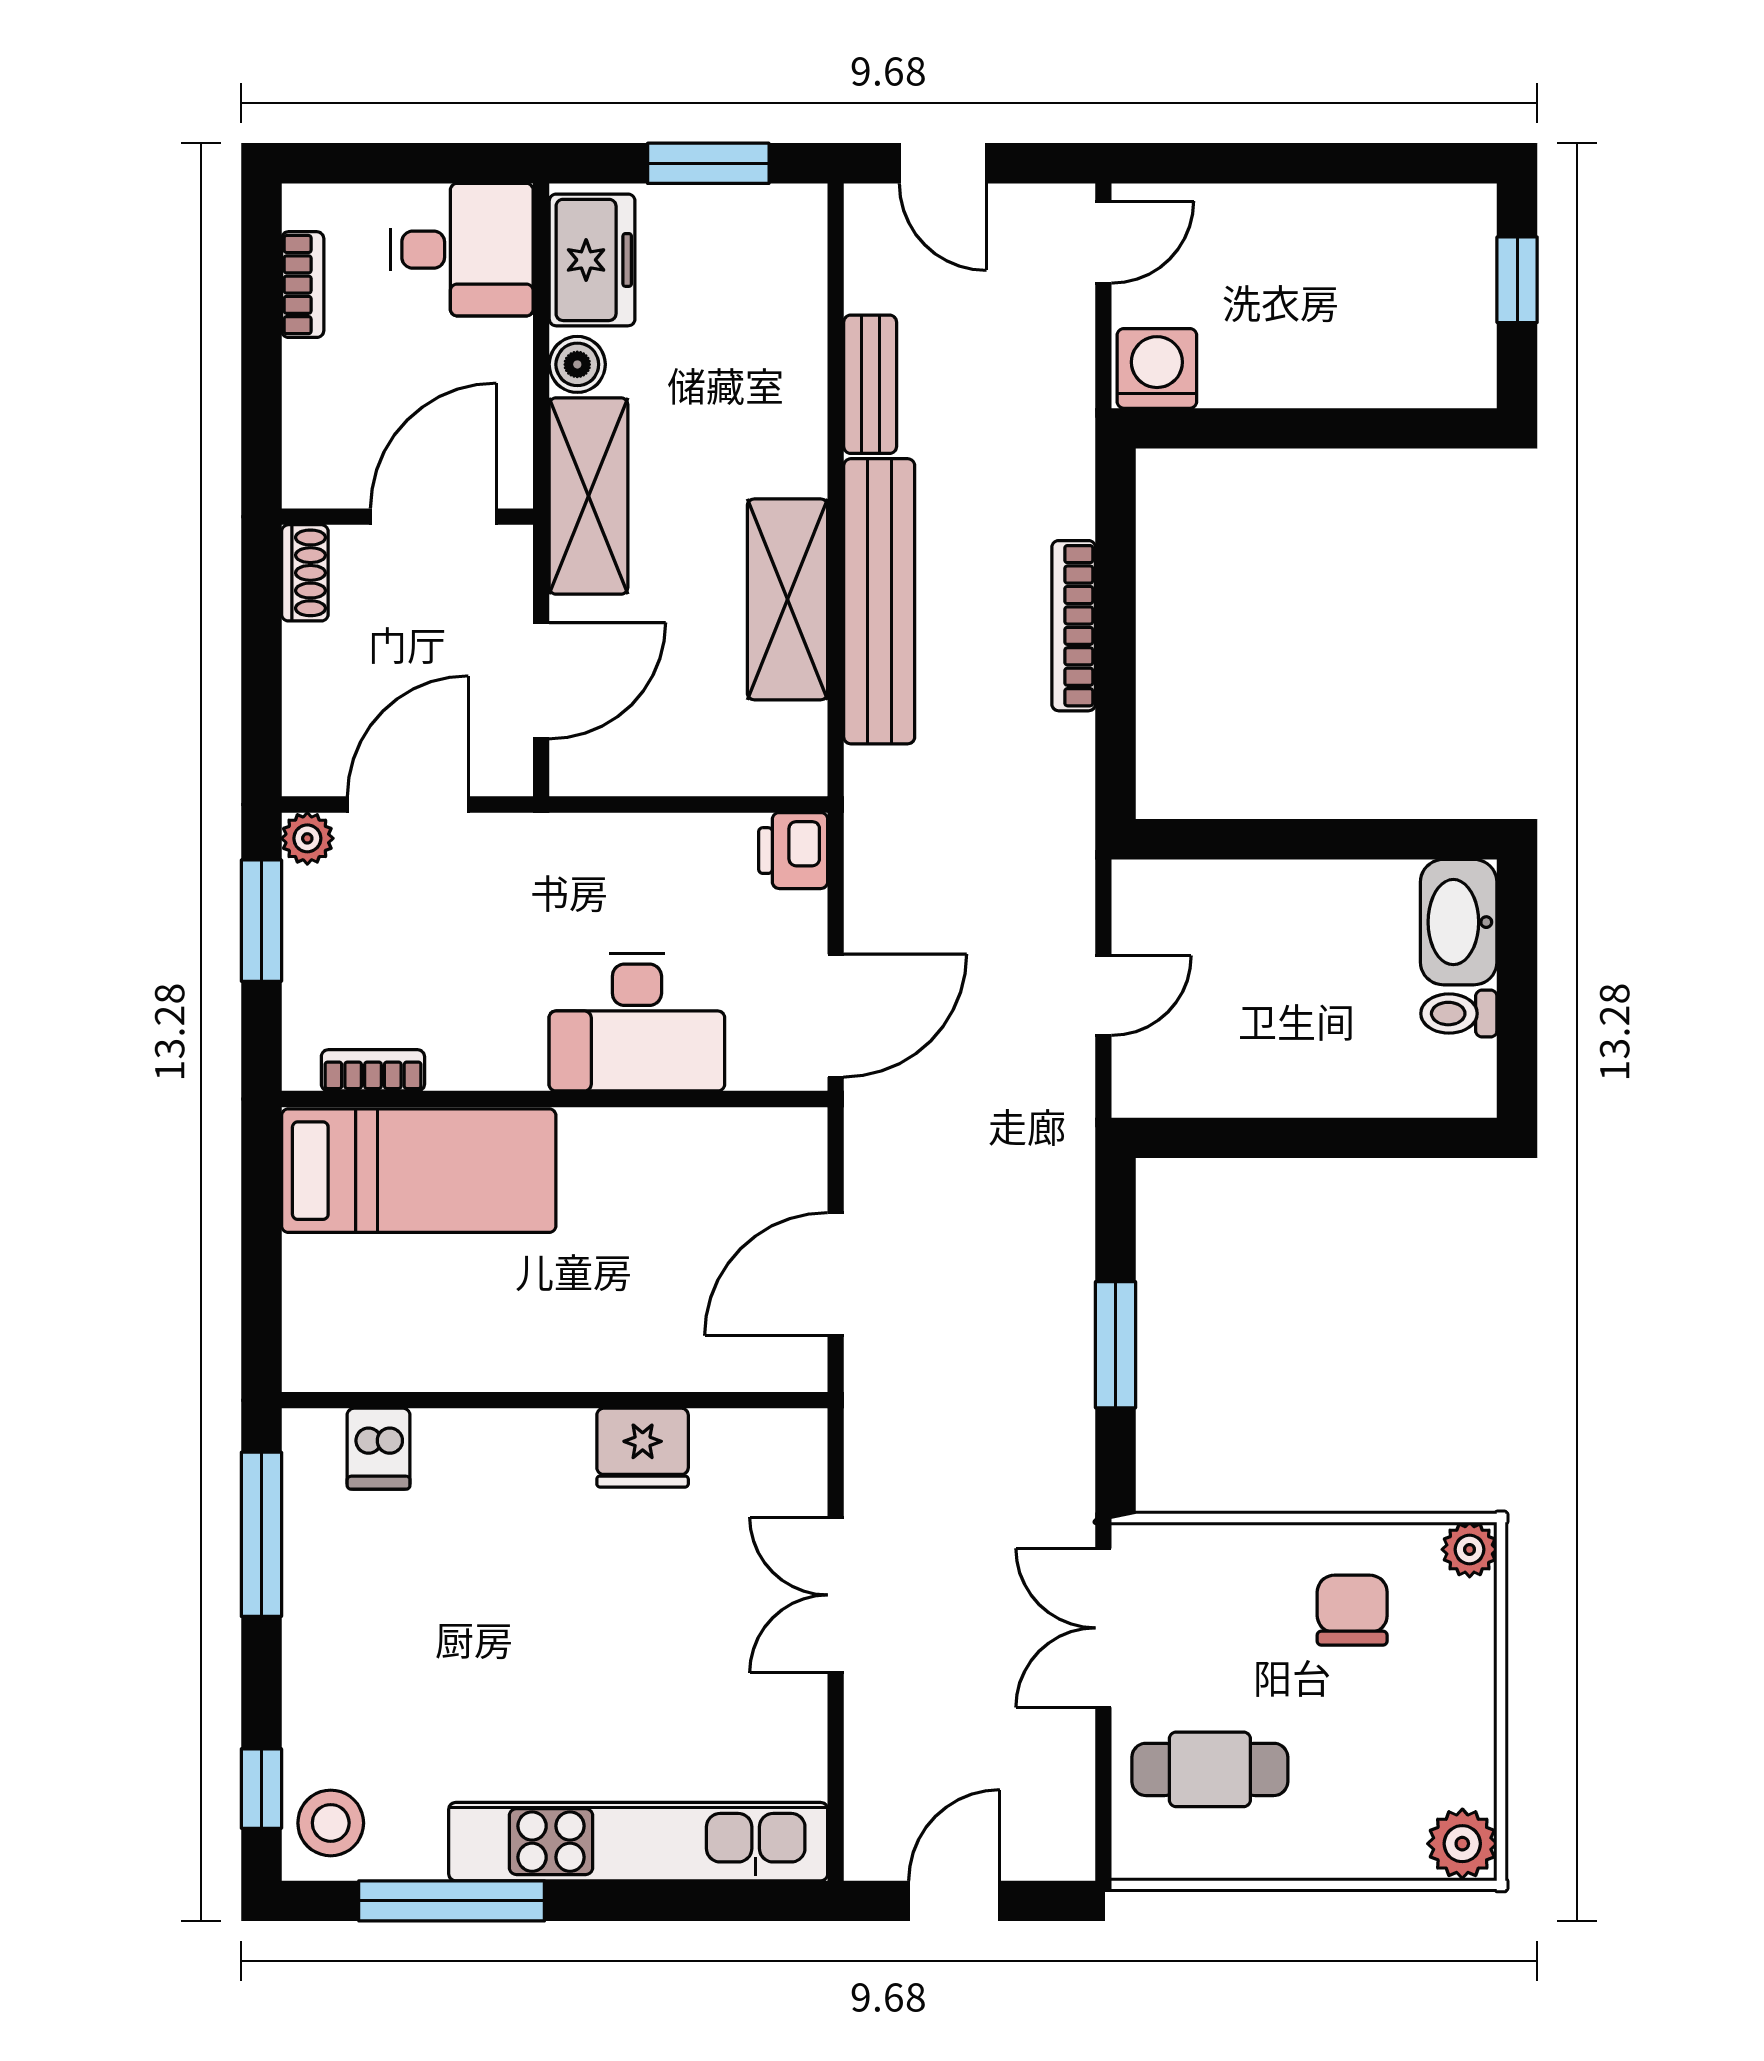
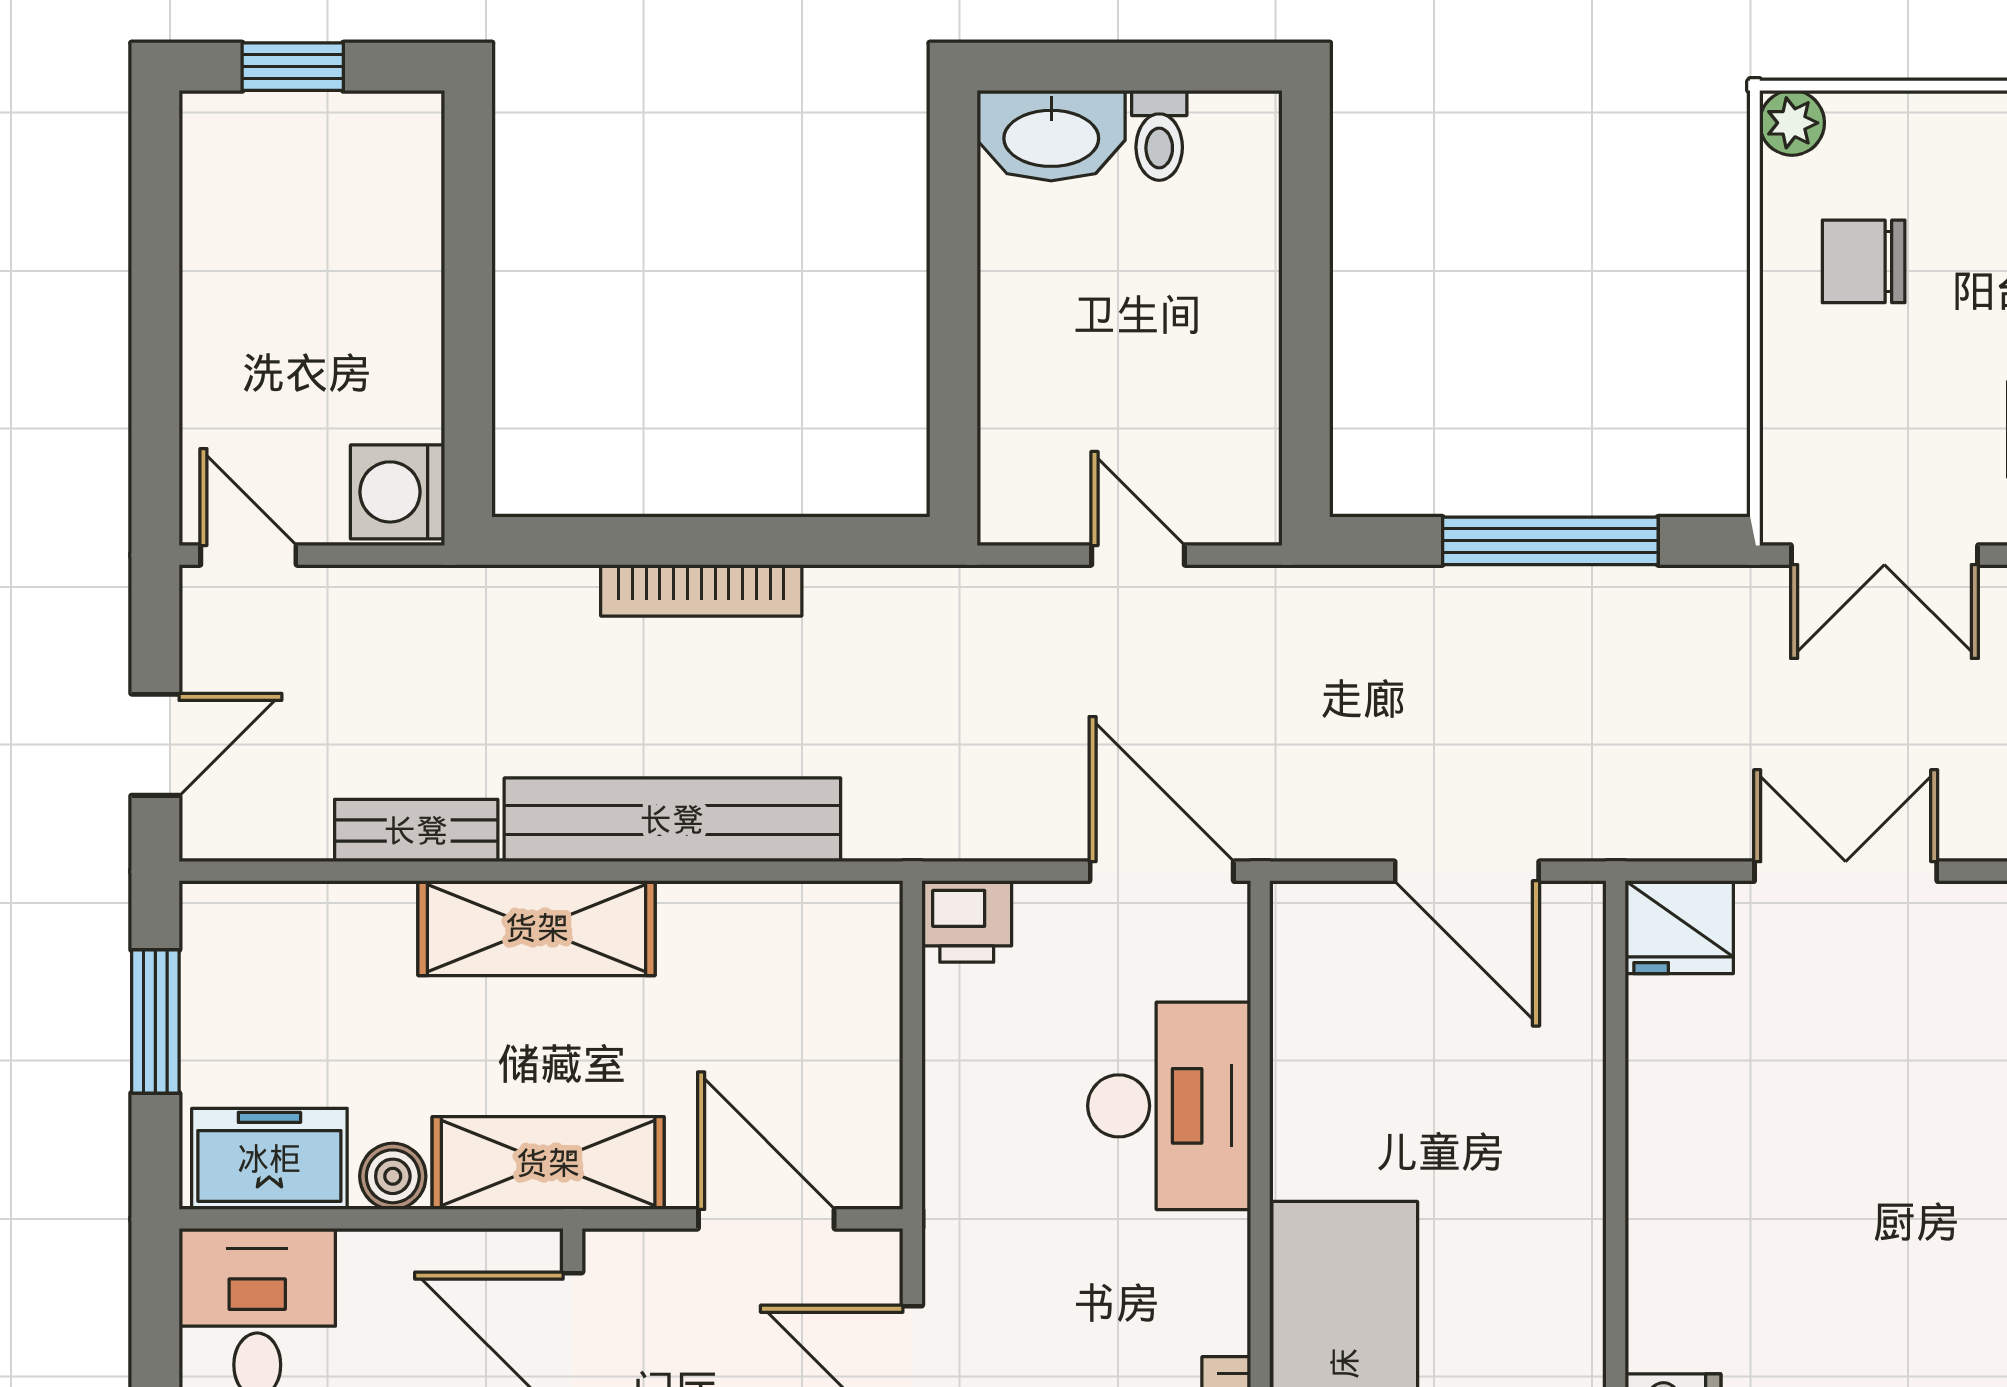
shelving: (787, 599) -> (537, 928), moved
window: (1115, 1345) -> (1550, 541), width x1.44
fridge: (643, 1448) -> (1679, 927), moved, turned 90
double door: (836, 1595) -> (1846, 871), swing flipped

